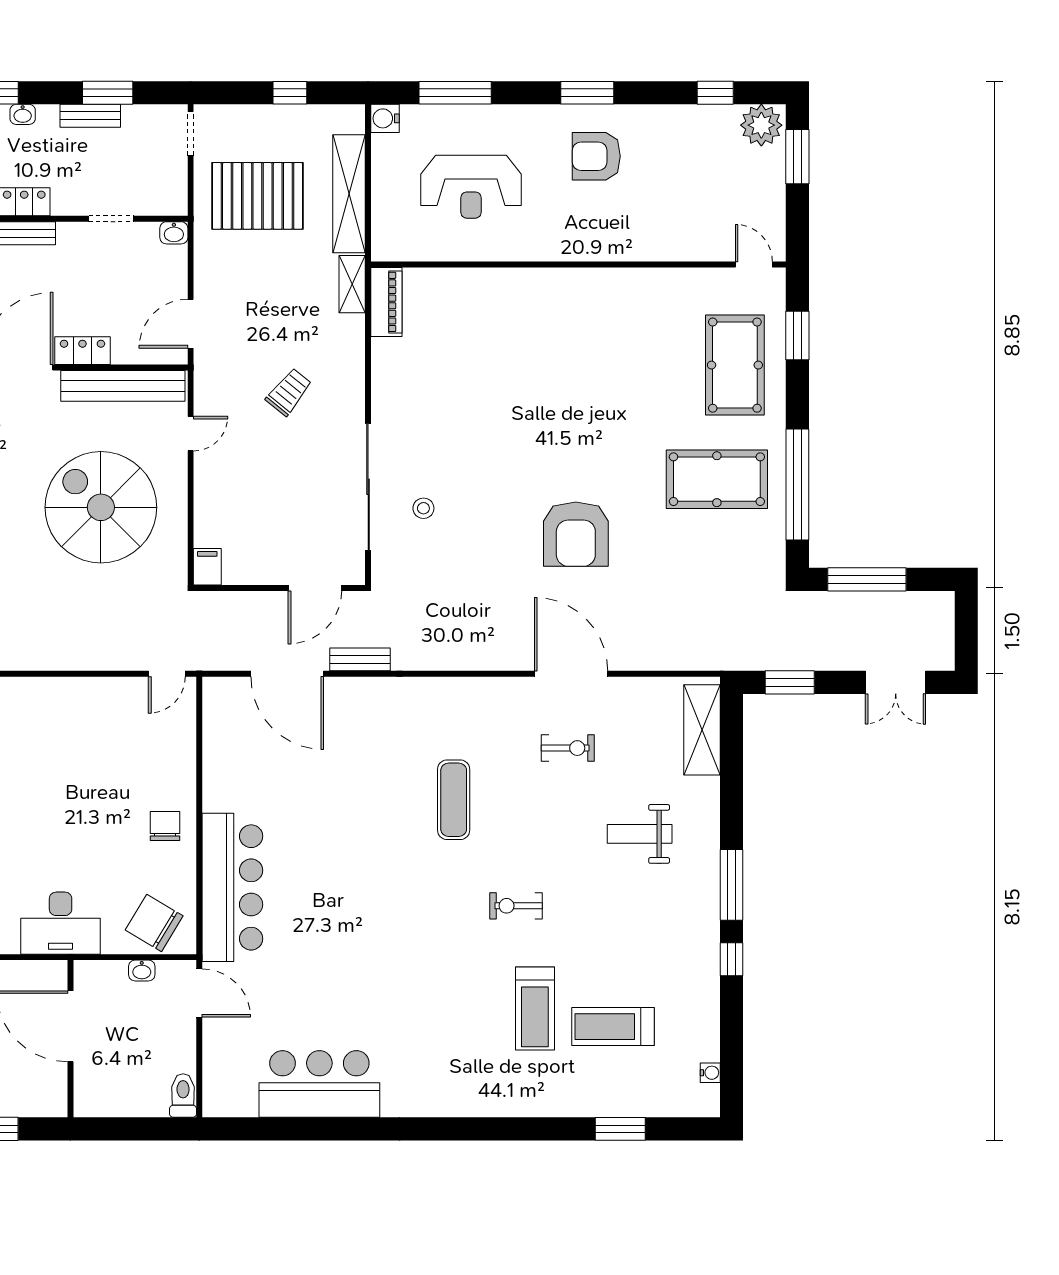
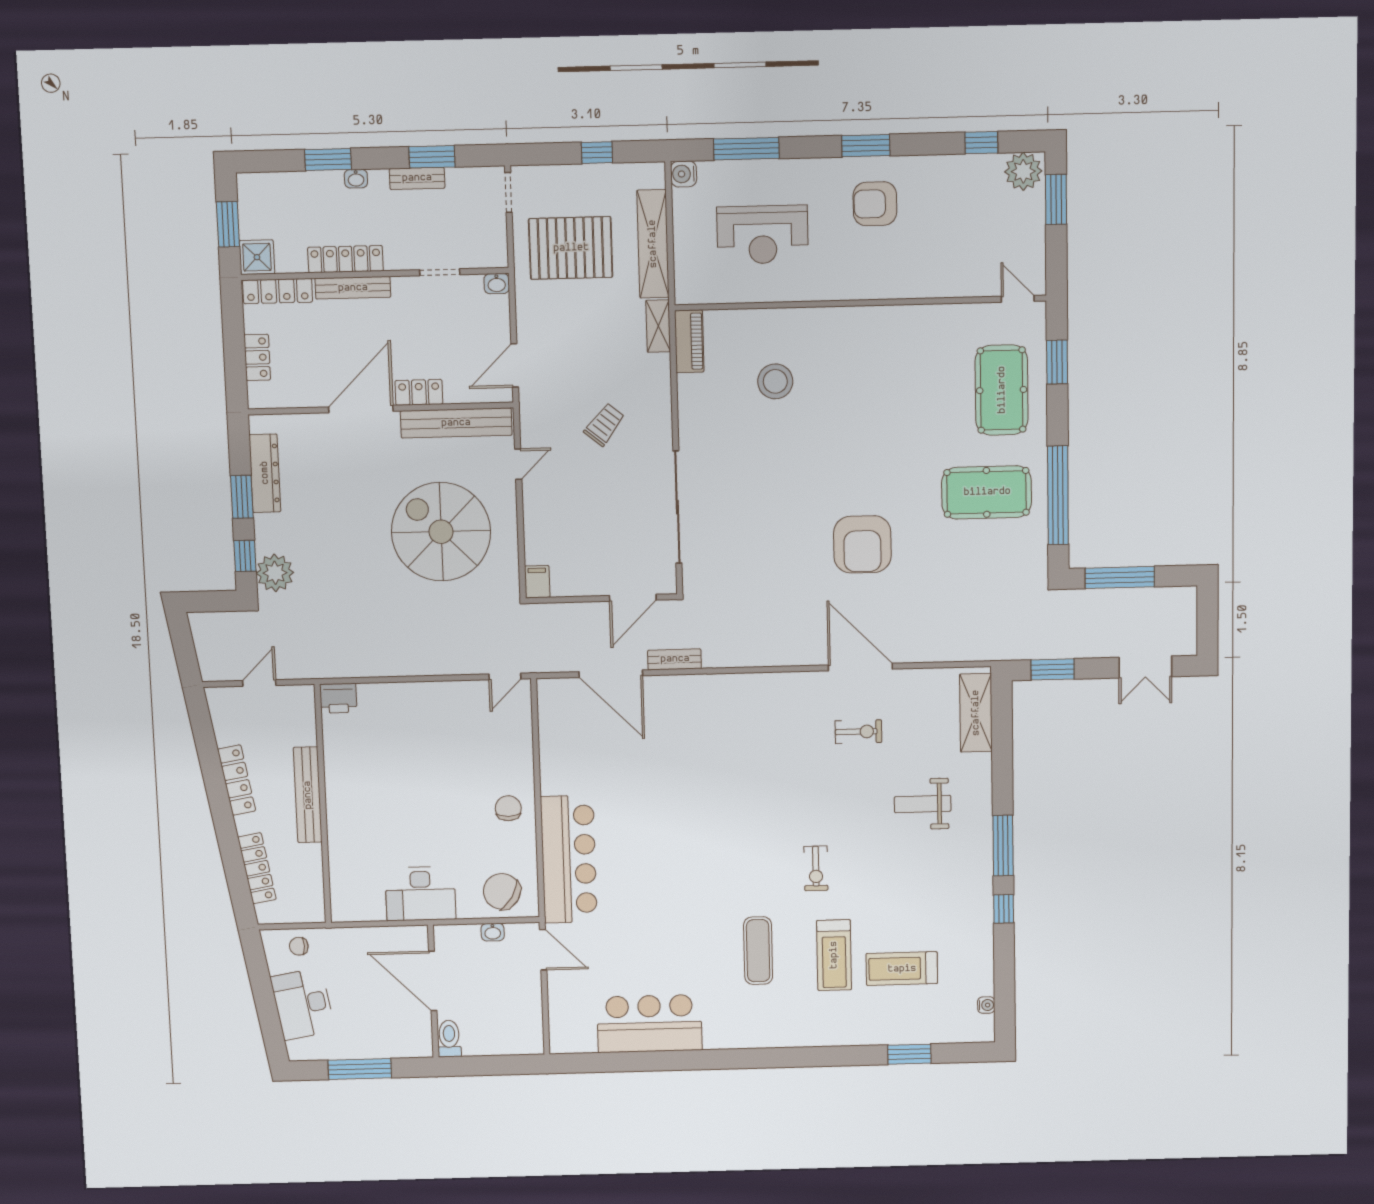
stool: (423, 508) -> (775, 381), moved, width x1.89, depth x1.89
exercise mat: (454, 800) -> (758, 951), moved
exercise bike: (516, 906) -> (816, 868), turned -90
toilet: (183, 1095) -> (449, 1039), moved

